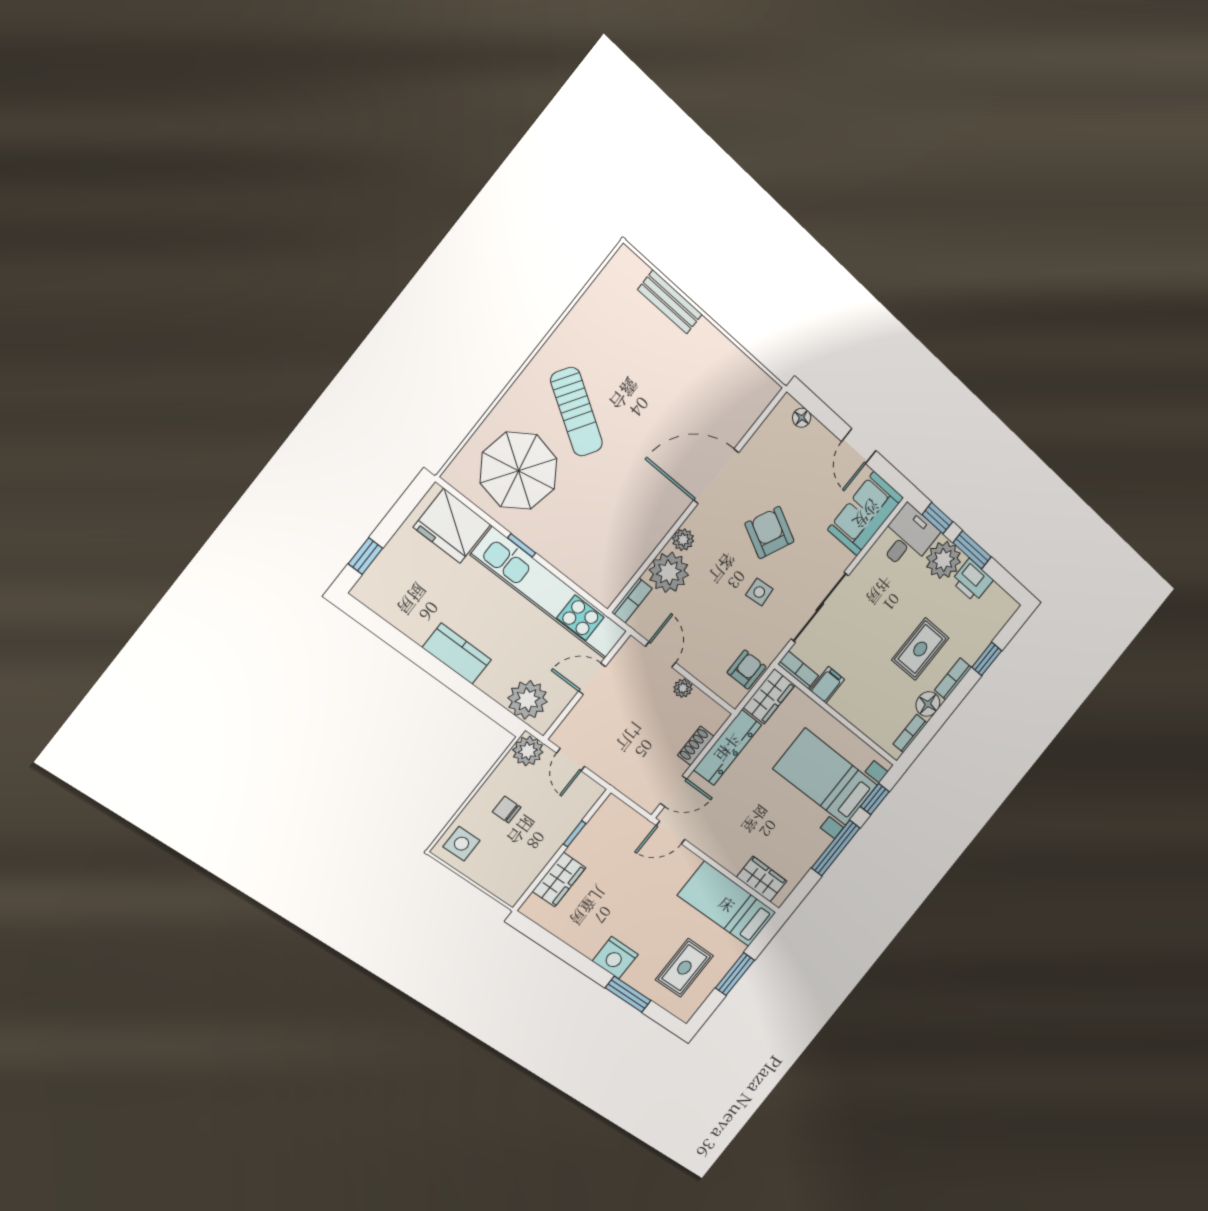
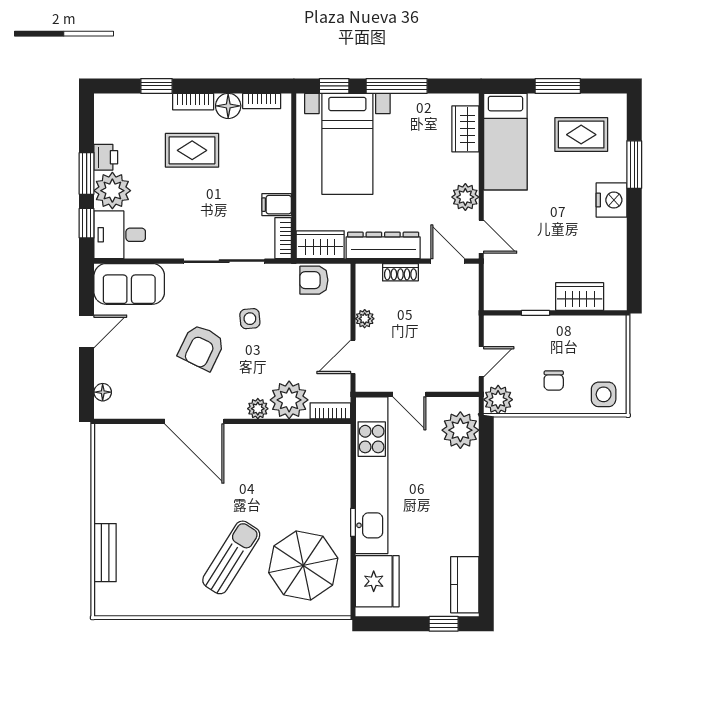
printer: (972, 581) -> (106, 157), width x0.73, depth x0.81
kitchen counter: (457, 654) -> (465, 585), moved
plant: (711, 842) -> (465, 197), added

